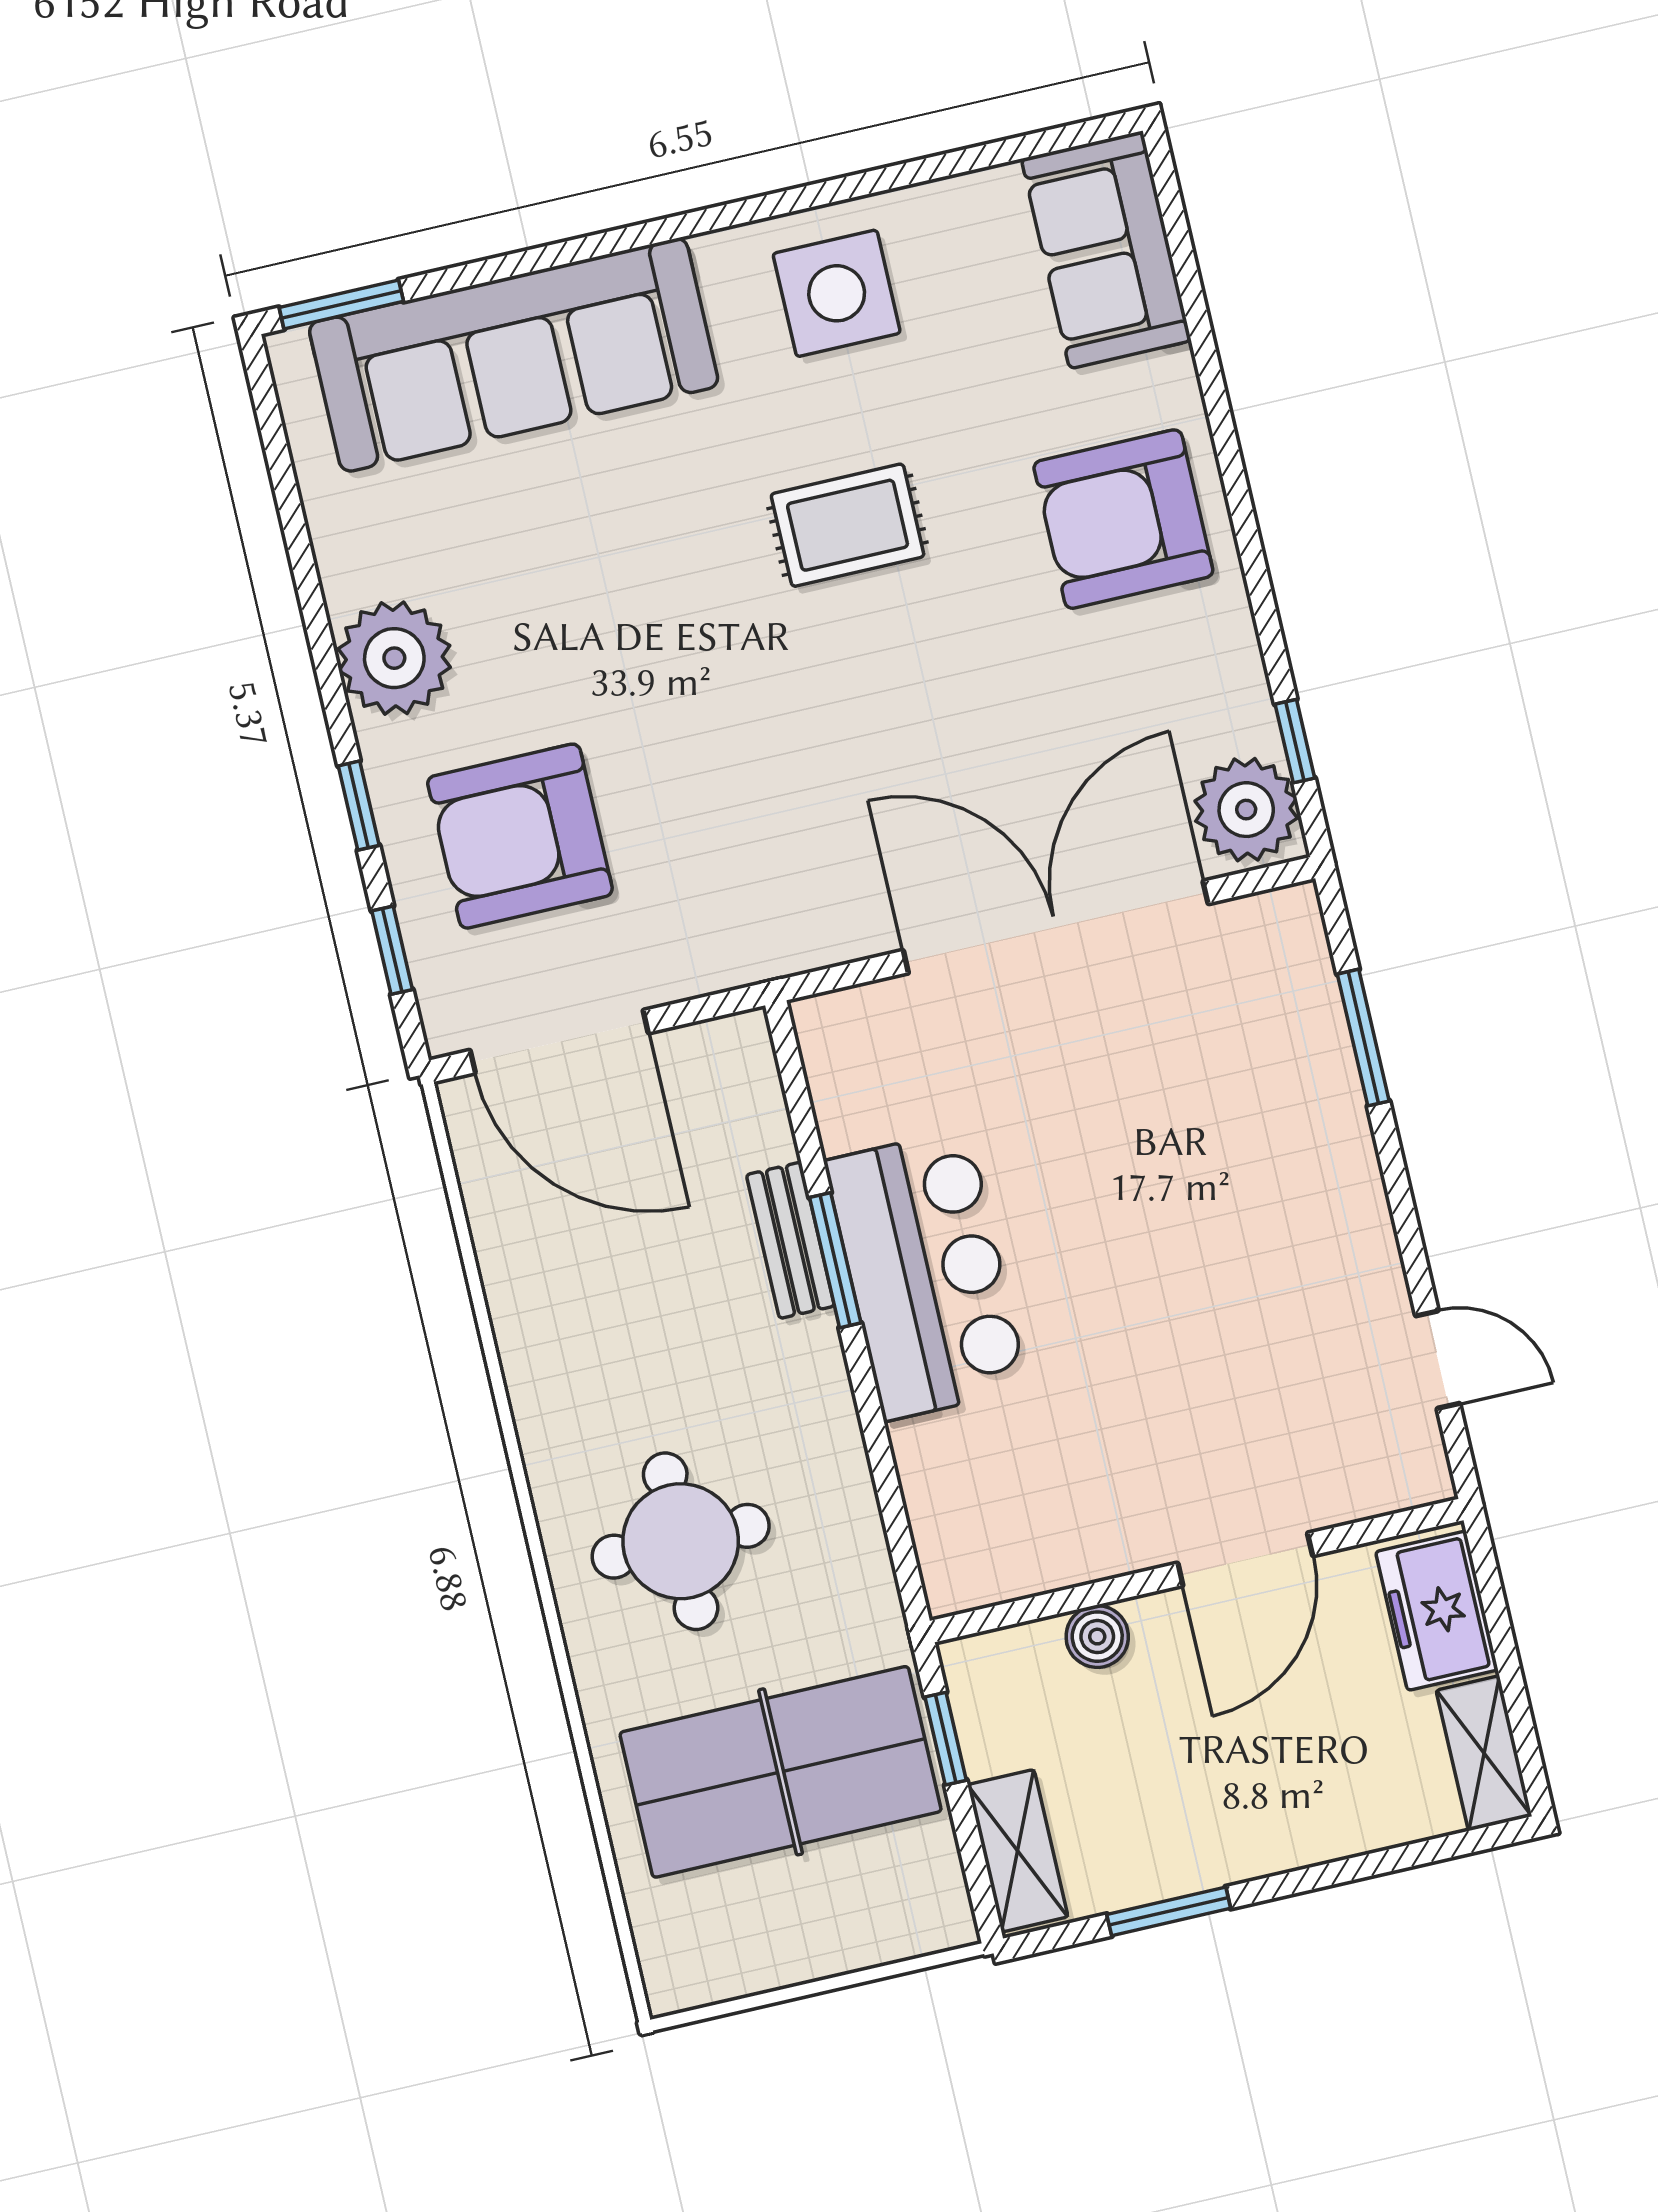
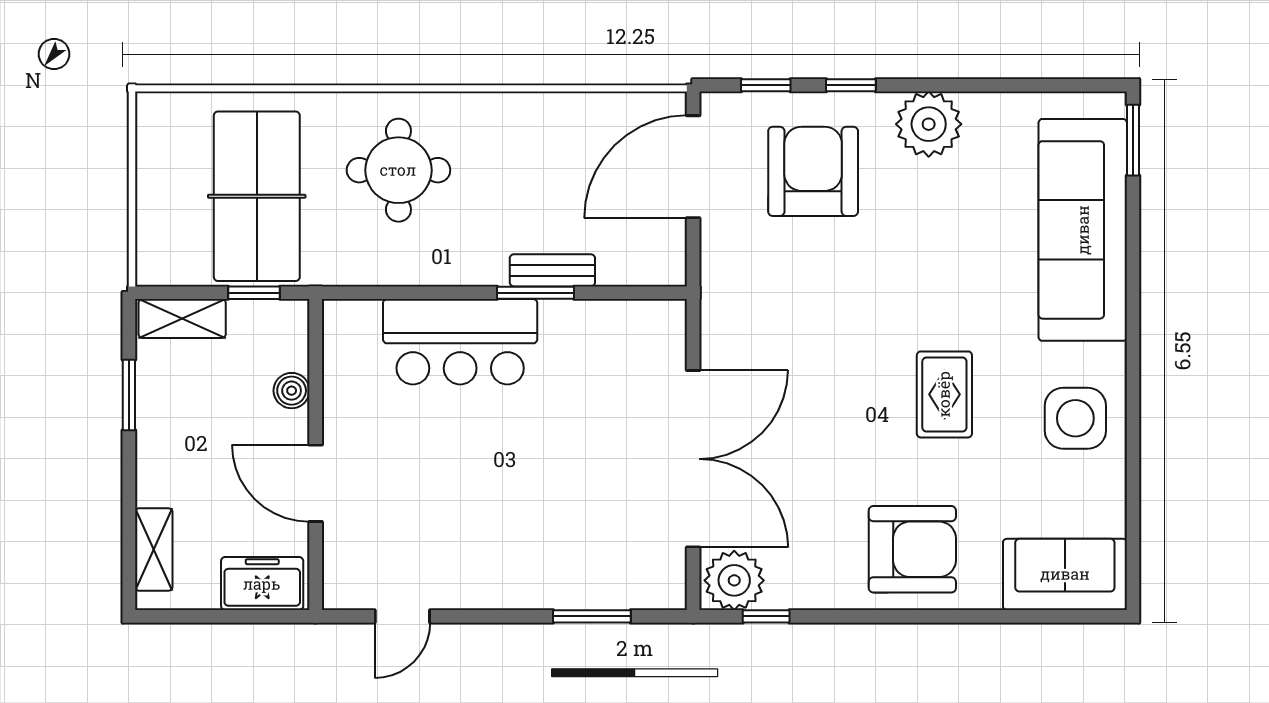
armchair: (1123, 519) -> (912, 549), turned 90
bar counter: (926, 1275) -> (460, 342), moved
shelving: (1484, 1753) -> (154, 550), moved, turned 90

